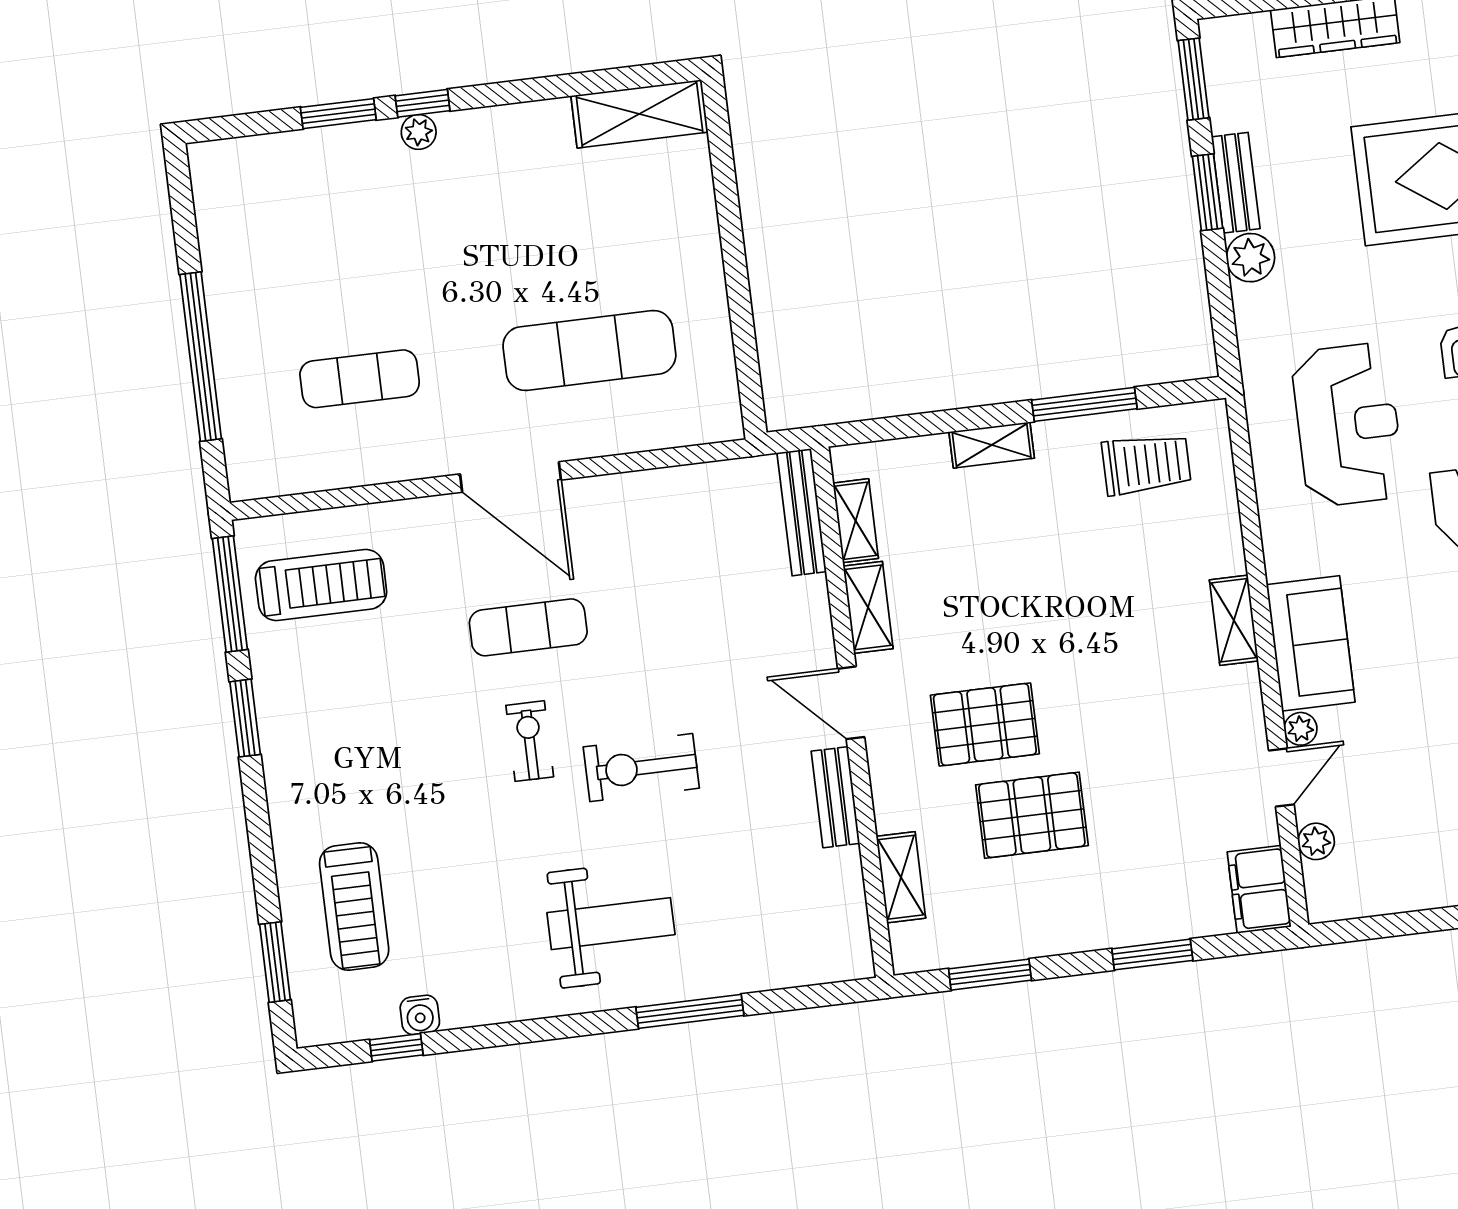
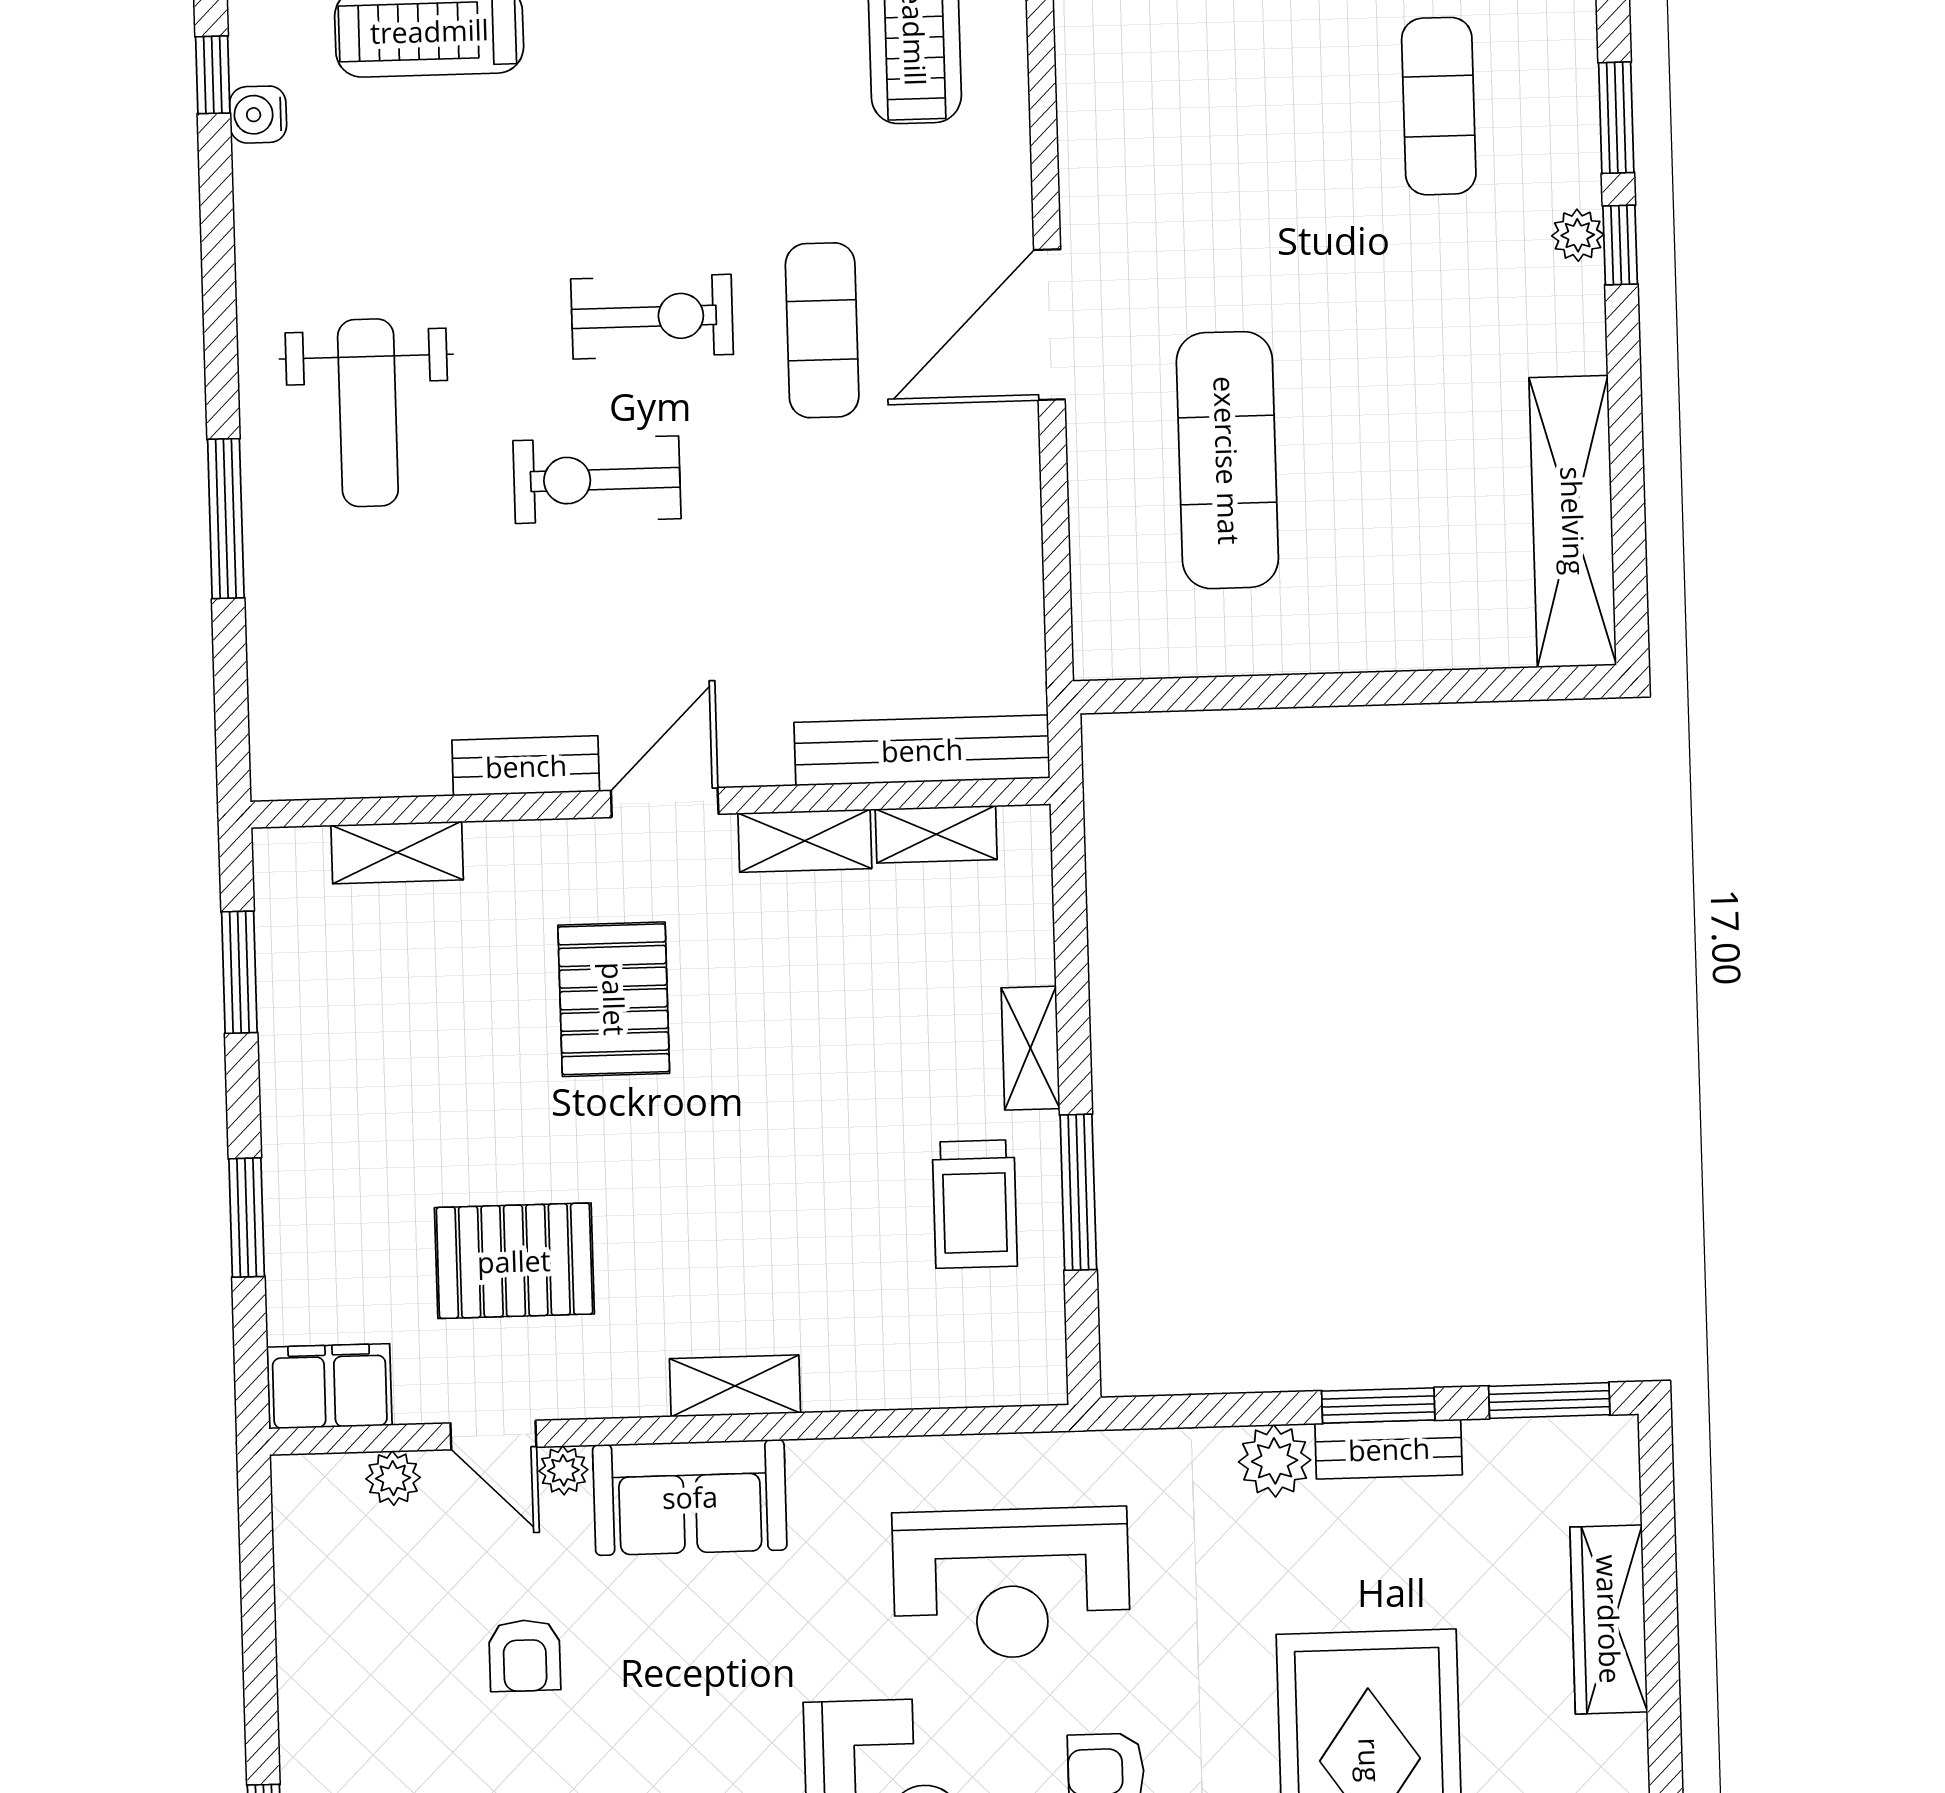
shelving: (639, 114) -> (1573, 521), width x1.47
exercise mat: (360, 379) -> (1439, 106), moved
trolley: (1146, 464) -> (975, 1204), moved
bench: (802, 512) -> (922, 750), width x1.37, depth x1.21
exercise bike: (530, 741) -> (652, 317), width x1.38, depth x1.39
armchair: (1426, 743) -> (525, 1656), added
exercise bike: (641, 768) -> (597, 480), turned -90
pallet: (1032, 815) -> (514, 1261), moved, turned 90

